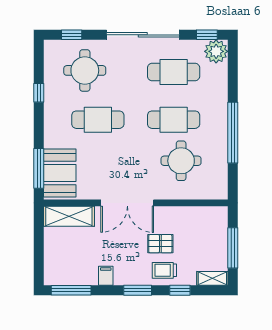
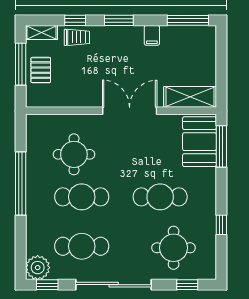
pallet: (160, 244) -> (41, 70), moved, turned 90
trolley: (164, 270) -> (77, 37), moved

